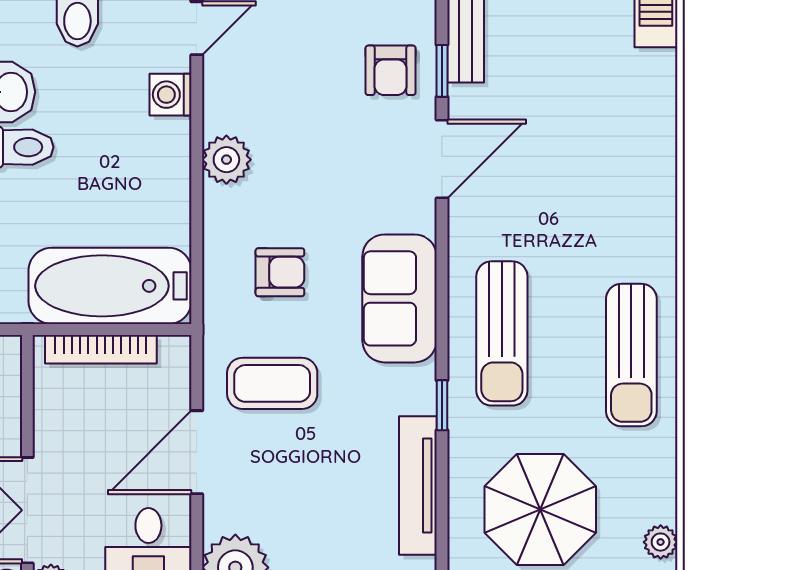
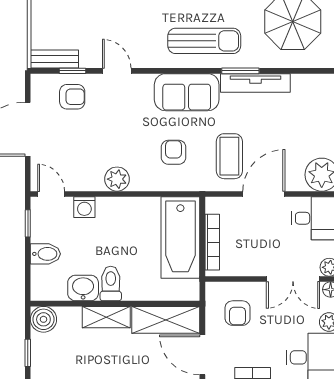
door: (442, 159) -> (117, 71), width x0.73
window: (442, 405) -> (240, 71), width x1.50
door: (197, 452) -> (264, 194), swing flipped
tv unit: (418, 486) -> (255, 83), moved

